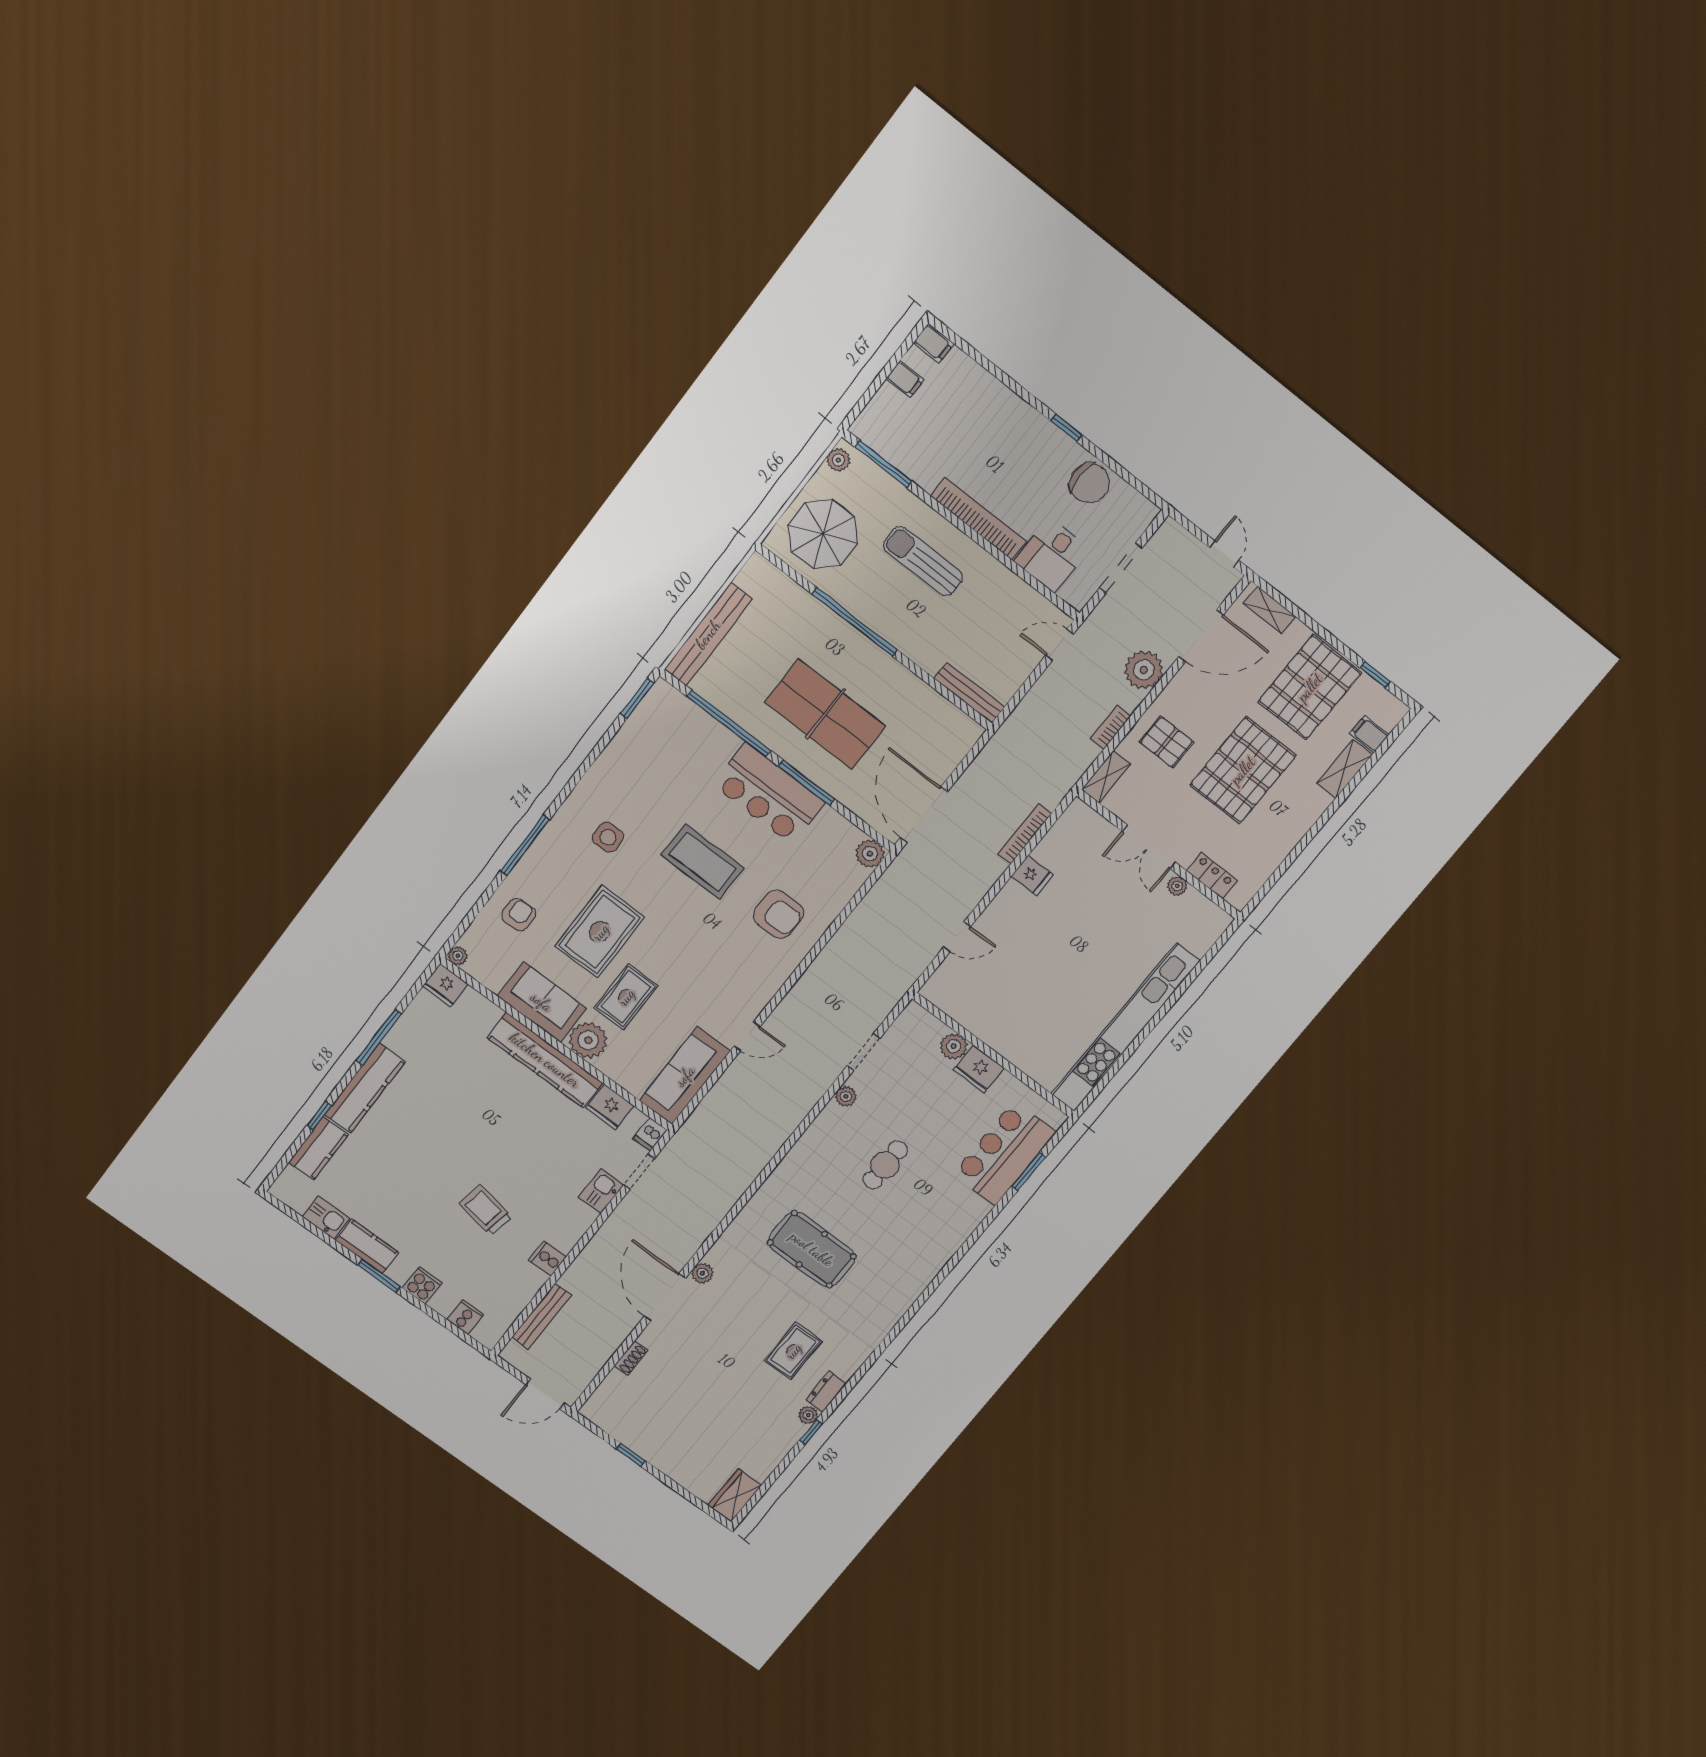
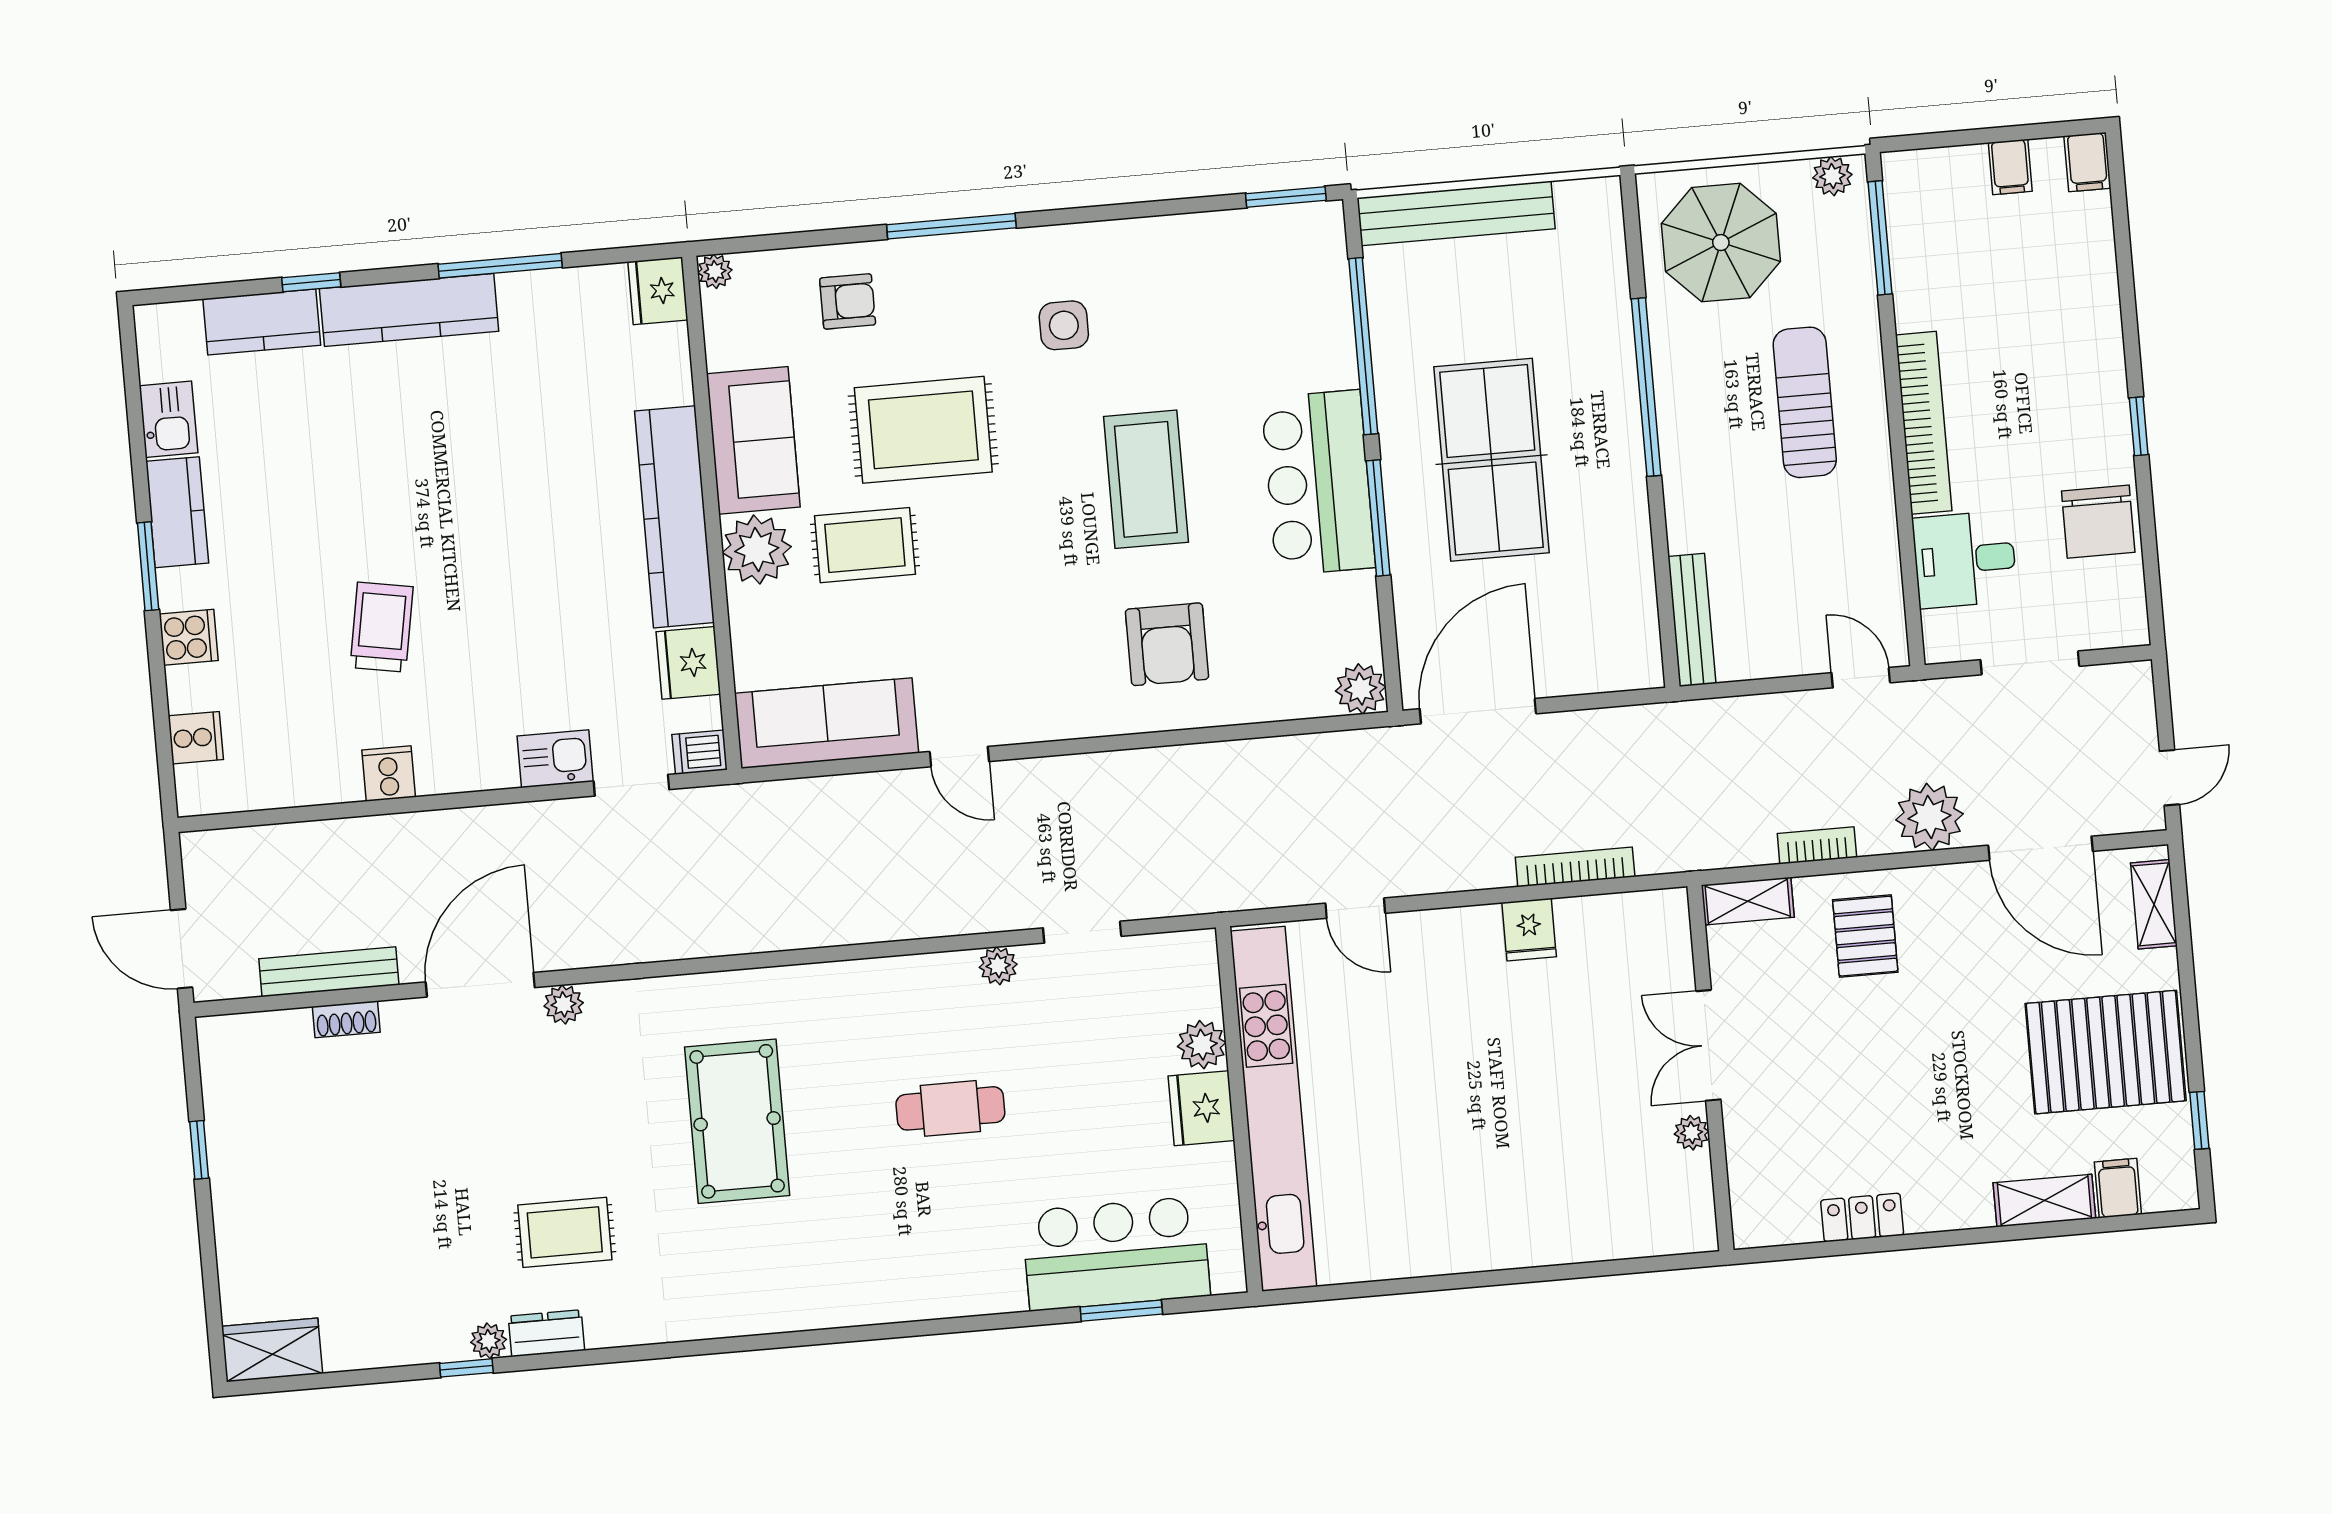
pallet: (1243, 770) -> (1921, 1070), removed
locker: (1212, 876) -> (1862, 1218), moved, turned -90
kitchen unit: (1125, 1027) -> (1273, 1109), moved, turned 90
bench: (542, 1316) -> (329, 972), moved

